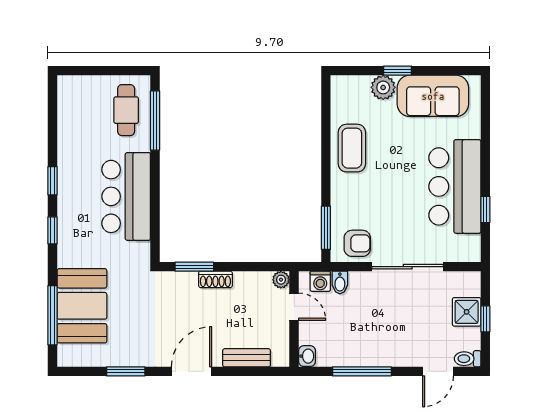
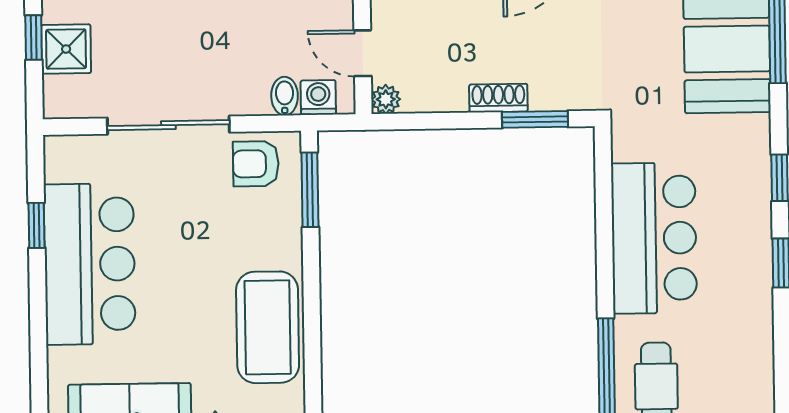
coffee table: (352, 148) -> (268, 327), width x1.36, depth x1.32

